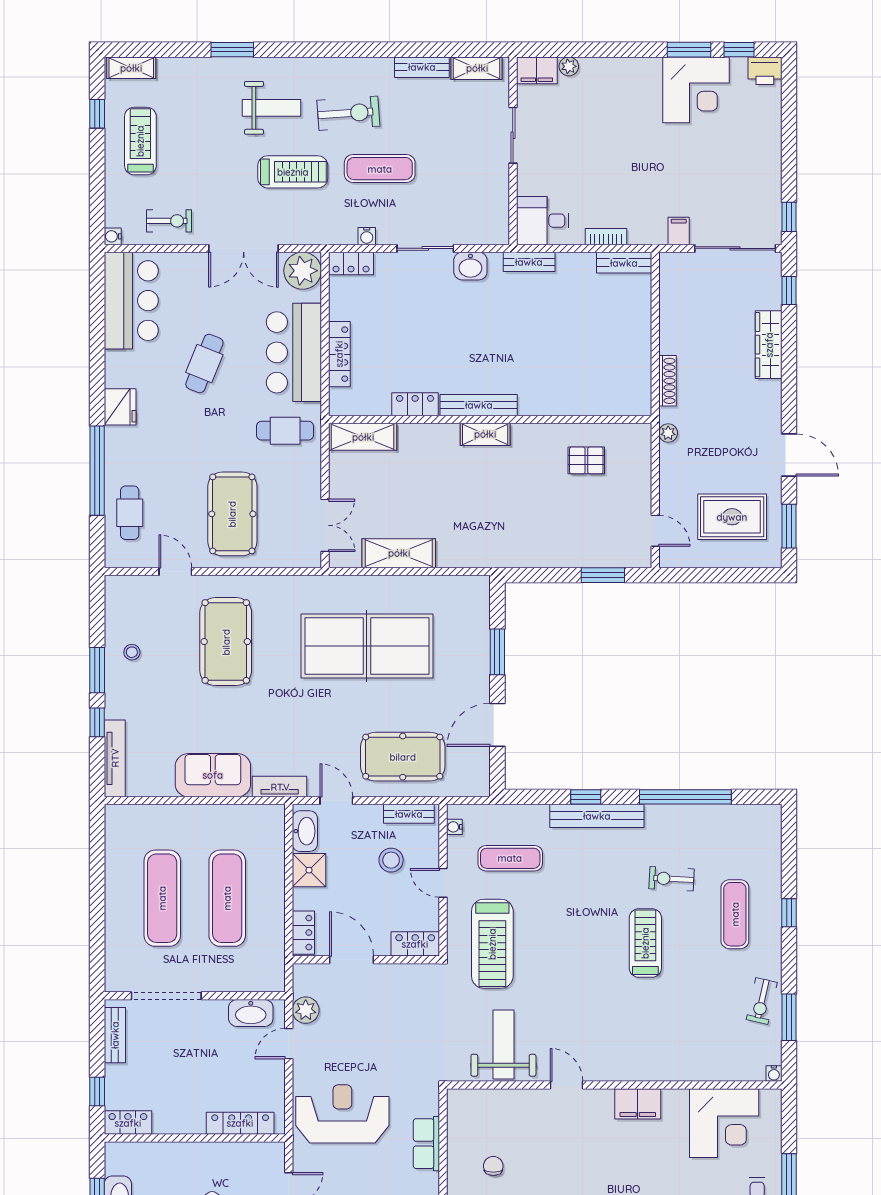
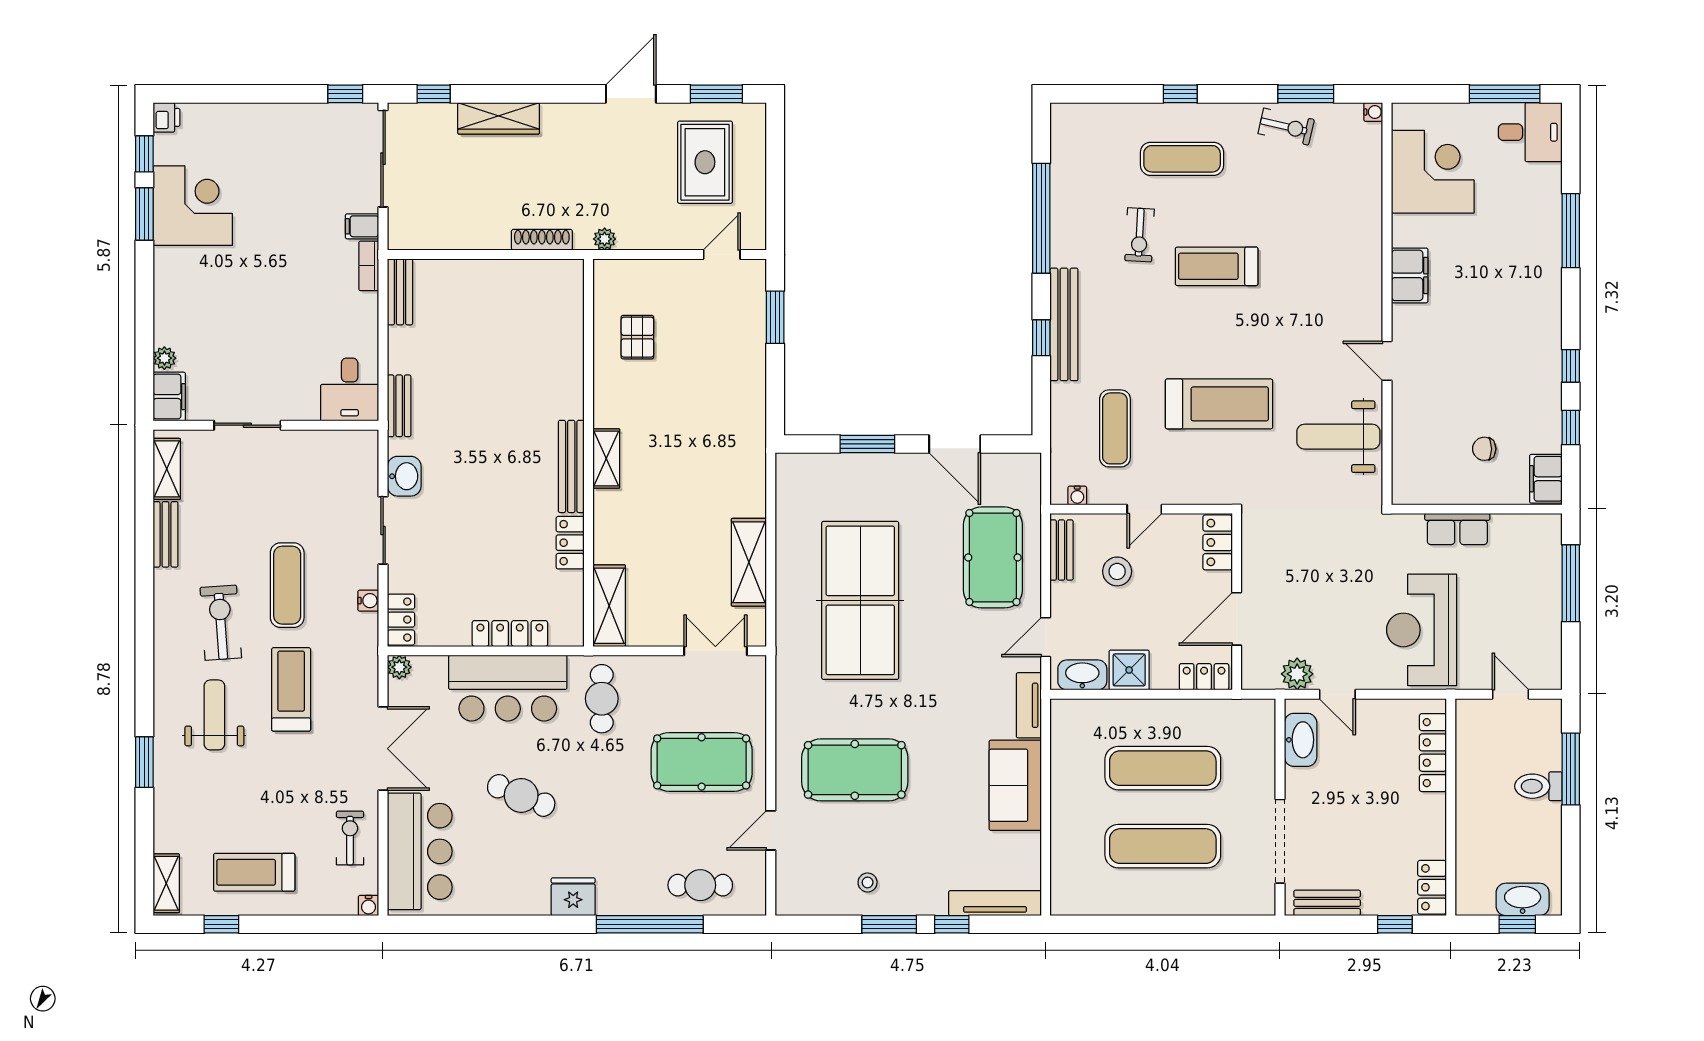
printer: (765, 71) -> (166, 117), width x0.73, depth x0.81
bookcase: (606, 237) -> (369, 266), moved
plant: (303, 271) -> (399, 667), width x0.53, depth x0.53
bar counter: (131, 301) -> (420, 851), moved, turned 90
treadmill: (492, 944) -> (1219, 404), moved
door: (567, 1085) -> (1387, 361), hinge flipped

